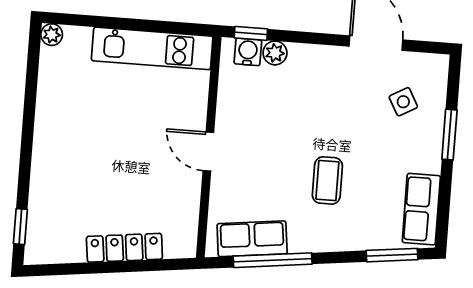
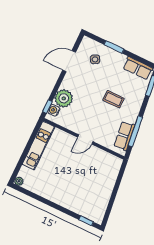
plant: (275, 53) -> (64, 98), width x1.87, depth x1.87
locker: (124, 248) -> (109, 185), removed

